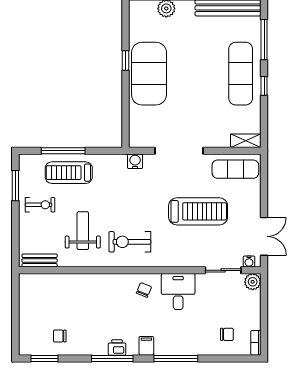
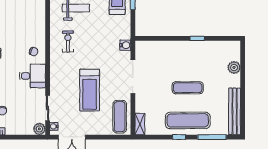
exercise mat: (149, 74) -> (188, 88), moved, width x0.50, depth x0.69
exercise bike: (130, 242) -> (68, 41), width x0.73, depth x0.72

